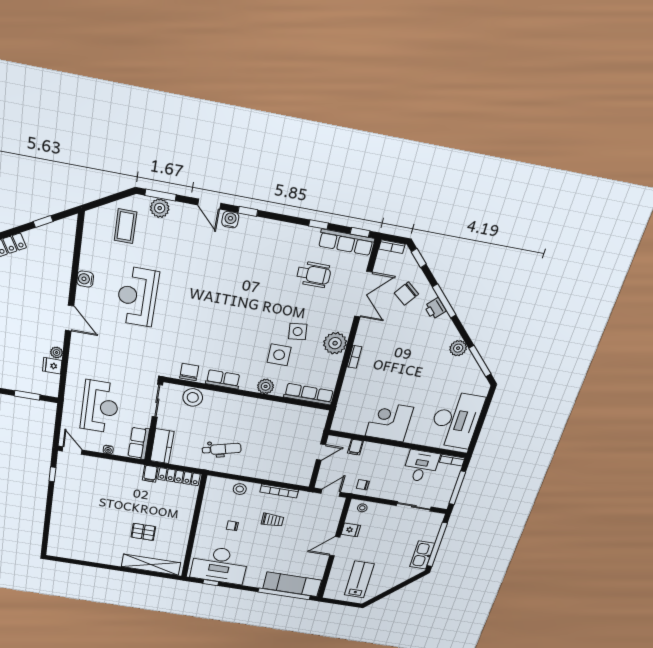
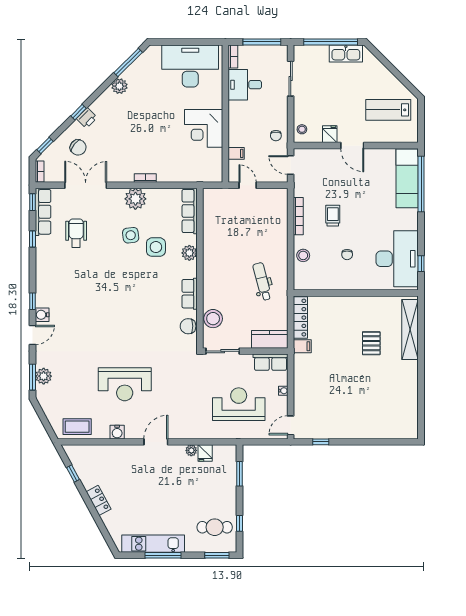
coffee table: (125, 226) -> (77, 427), moved
window: (444, 301) -> (79, 112), width x0.46

